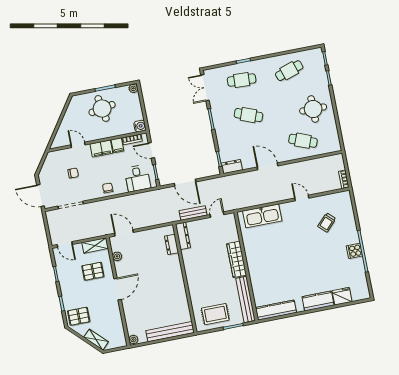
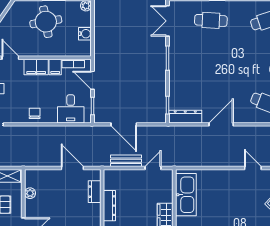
cafe table: (248, 115) -> (211, 62), removed
water cooler: (140, 126) -> (85, 34), moved
door: (268, 166) -> (221, 124), hinge flipped
dresser: (232, 167) -> (185, 117), width x1.44
kitchen sink: (262, 216) -> (186, 195), moved, turned -90
door: (124, 233) -> (72, 168), moved
dresser: (183, 236) -> (109, 206), moved

